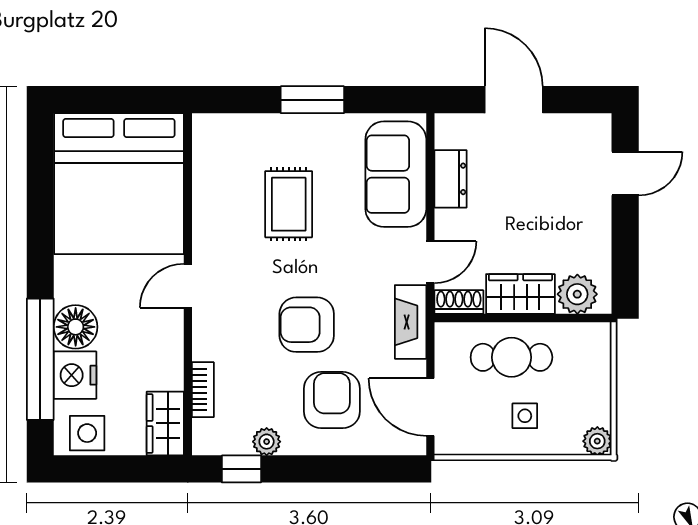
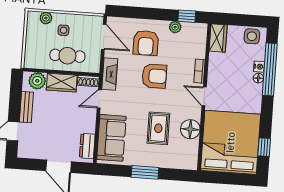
window: (40, 178) -> (264, 147), added
dresser: (451, 179) -> (87, 146), moved
floor lamp: (214, 207) -> (190, 129), added
bench: (598, 232) -> (26, 107), added
door: (188, 286) -> (204, 96), swing flipped
floor lamp: (76, 327) -> (258, 78), width x0.53, depth x0.53
nightstand: (75, 375) -> (259, 67), width x0.53, depth x0.56
bookcase: (203, 390) -> (199, 71), moved
plant: (597, 441) -> (46, 18), moved

